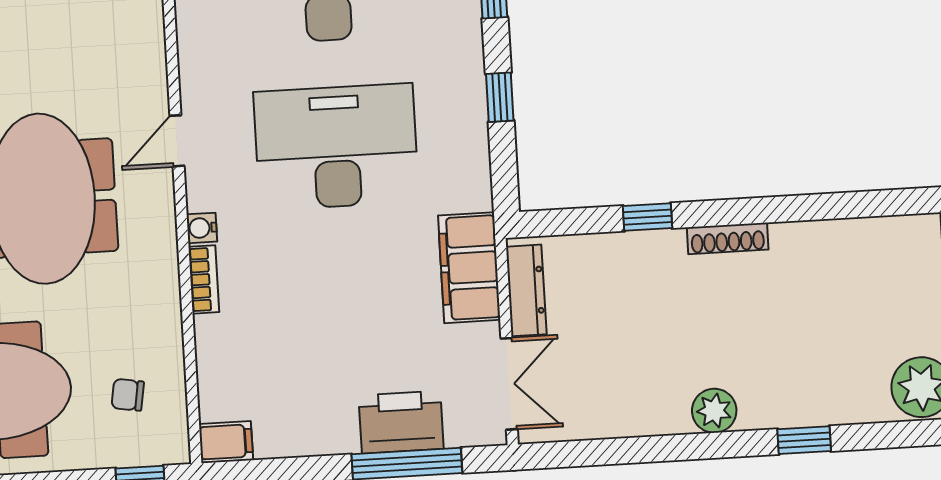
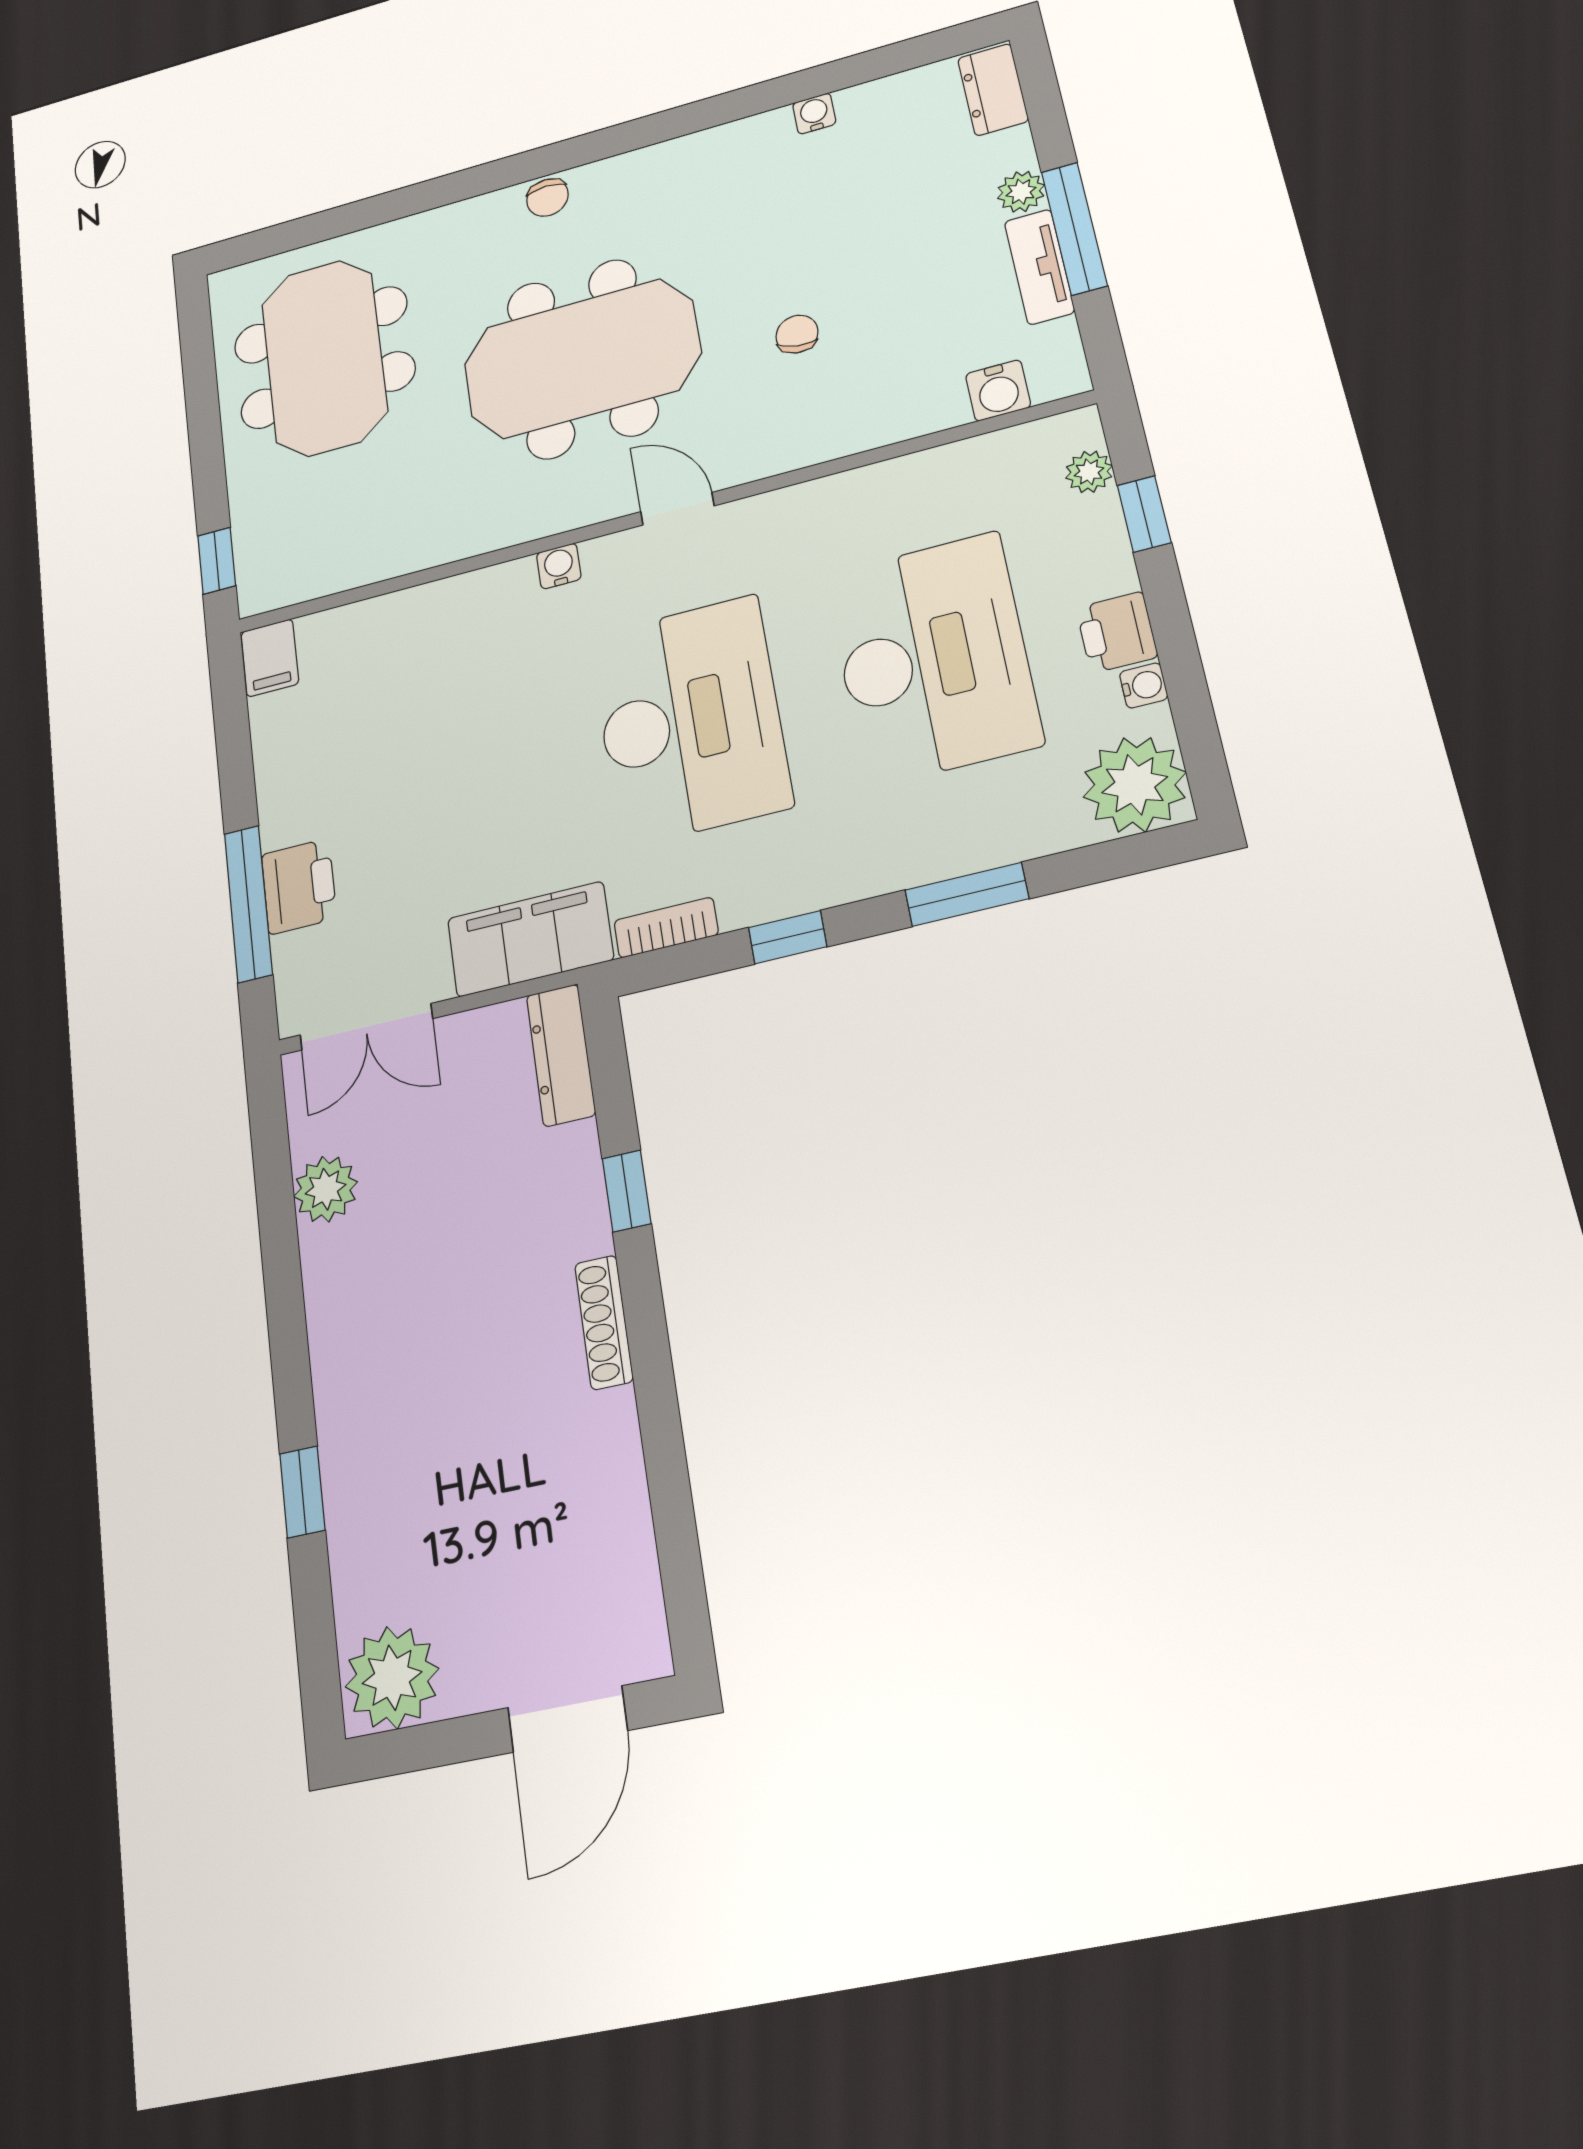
bookcase: (204, 279) -> (666, 928), moved, turned 180
dresser: (526, 290) -> (561, 1055), moved, turned 90
chair: (128, 395) -> (797, 334), moved
plant: (714, 411) -> (326, 1189), moved
printer: (401, 422) -> (299, 886), width x0.73, depth x0.84

